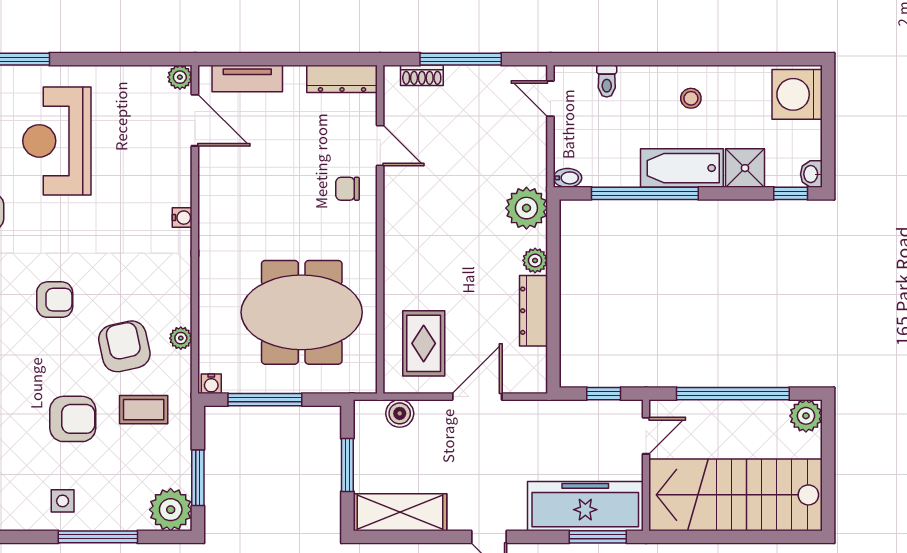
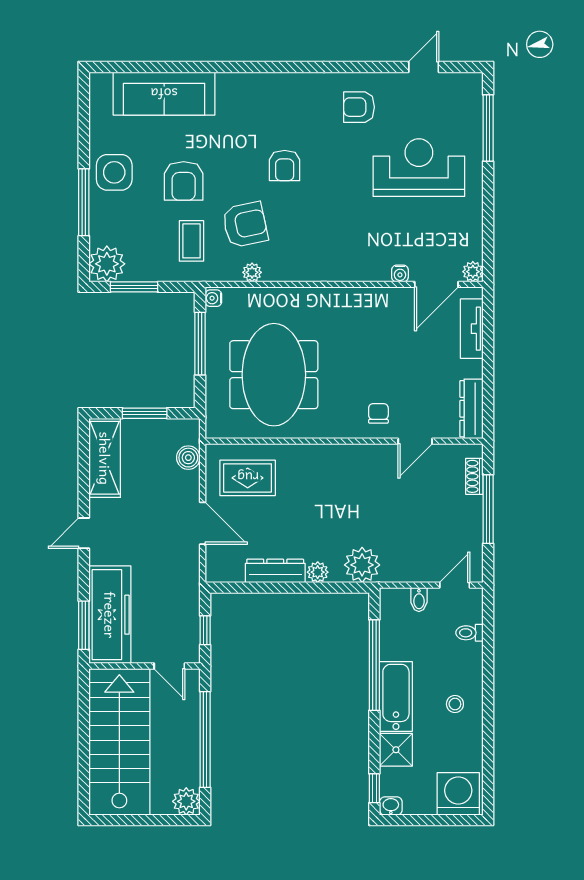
bidet: (567, 178) -> (419, 600), moved
water cooler: (182, 218) -> (400, 274), moved
side table: (63, 501) -> (114, 172), width x1.87, depth x1.87

